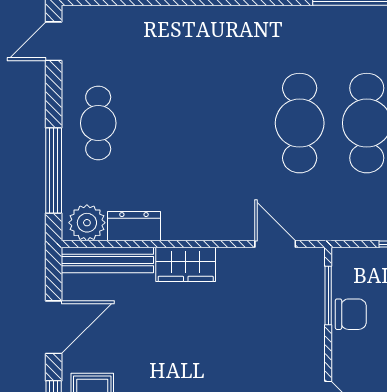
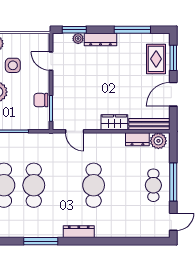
dresser: (266, 19) -> (79, 232), added
cafe table: (300, 123) -> (94, 185), moved
window: (54, 171) -> (173, 182), moved

